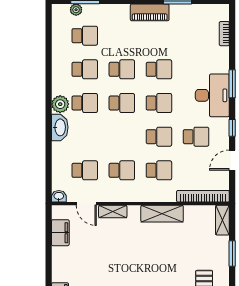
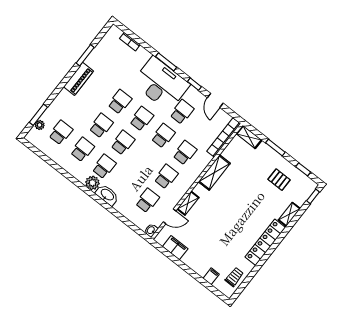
desk: (212, 95) -> (161, 84), width x1.36, depth x1.30

